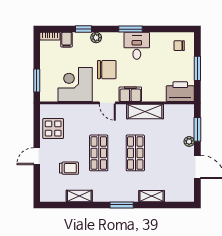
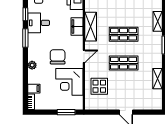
window: (84, 29) -> (25, 14), moved
desk: (137, 46) -> (39, 23), moved
filing cabinet: (130, 94) -> (77, 26), moved
display table: (53, 129) -> (99, 86), moved
trolley: (69, 168) -> (136, 87), removed

